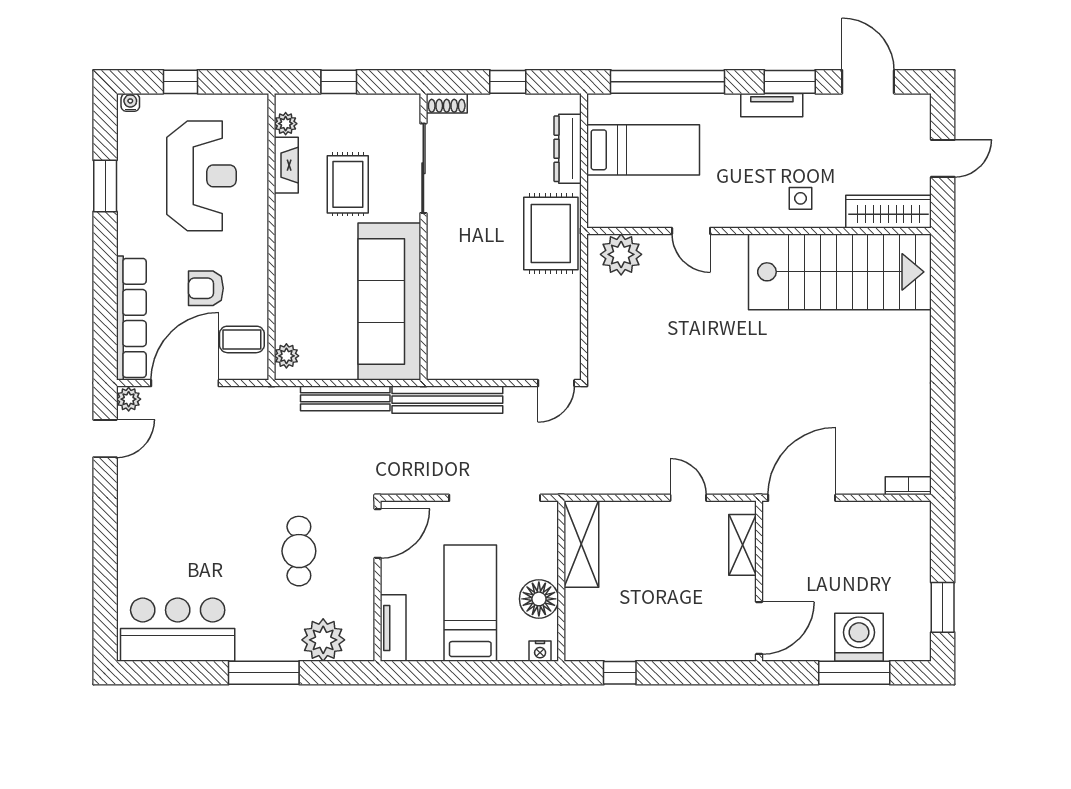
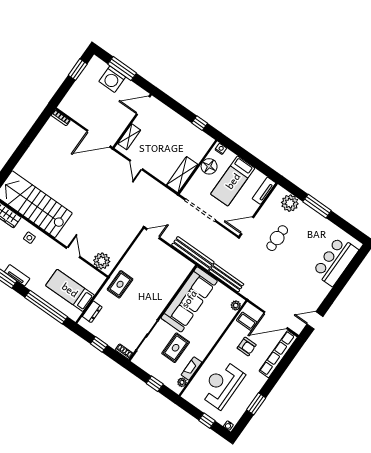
dresser: (568, 149) -> (92, 312), width x0.70
rug: (551, 233) -> (120, 284), width x0.73, depth x0.70
plant: (129, 399) -> (298, 328), removed
bar counter: (178, 630) -> (335, 261), moved, turned 90

